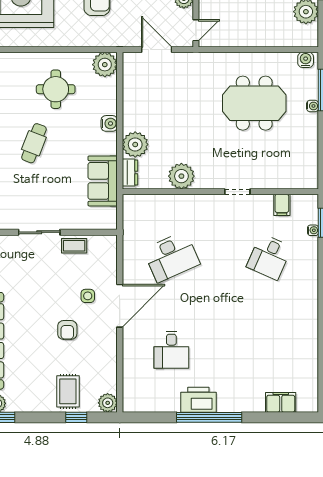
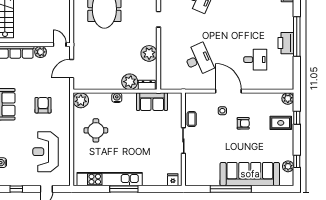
cafe table: (34, 143) -> (129, 144), removed

